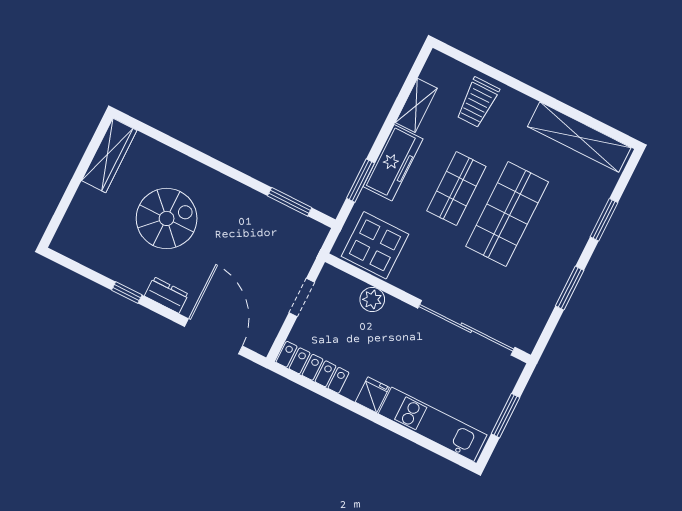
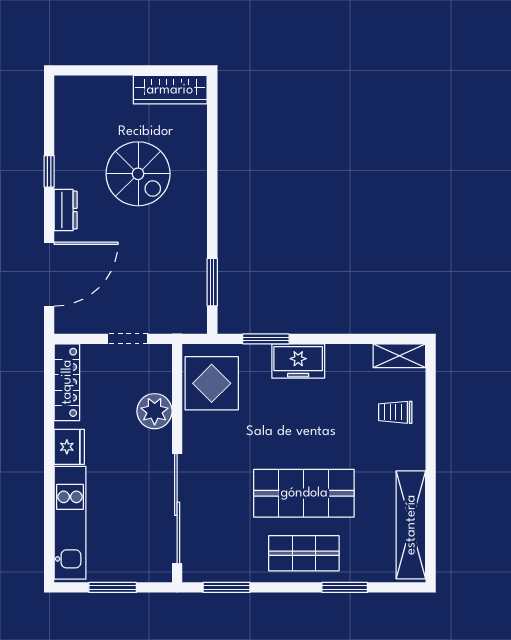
trolley: (478, 102) -> (395, 412), width x0.73, depth x0.72
shelving: (416, 105) -> (399, 356), moved
freezer: (393, 163) -> (298, 361), width x0.71
shop shelf: (456, 189) -> (304, 553), moved
window: (570, 288) -> (227, 587), moved
plant: (372, 299) -> (155, 411), width x1.36, depth x1.36
fridge: (372, 395) -> (69, 447), width x1.38

